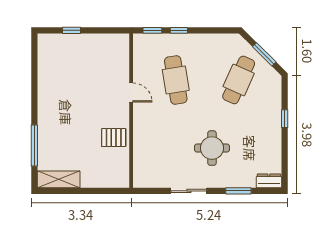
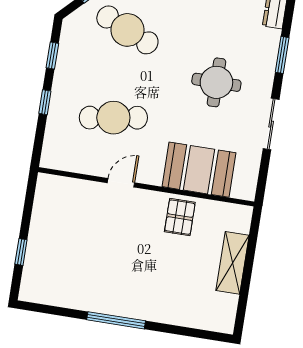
window: (152, 30) -> (52, 56), moved
window: (34, 145) -> (116, 320), moved
booth: (149, 146) -> (199, 170), added
shelving: (59, 179) -> (232, 263), moved

